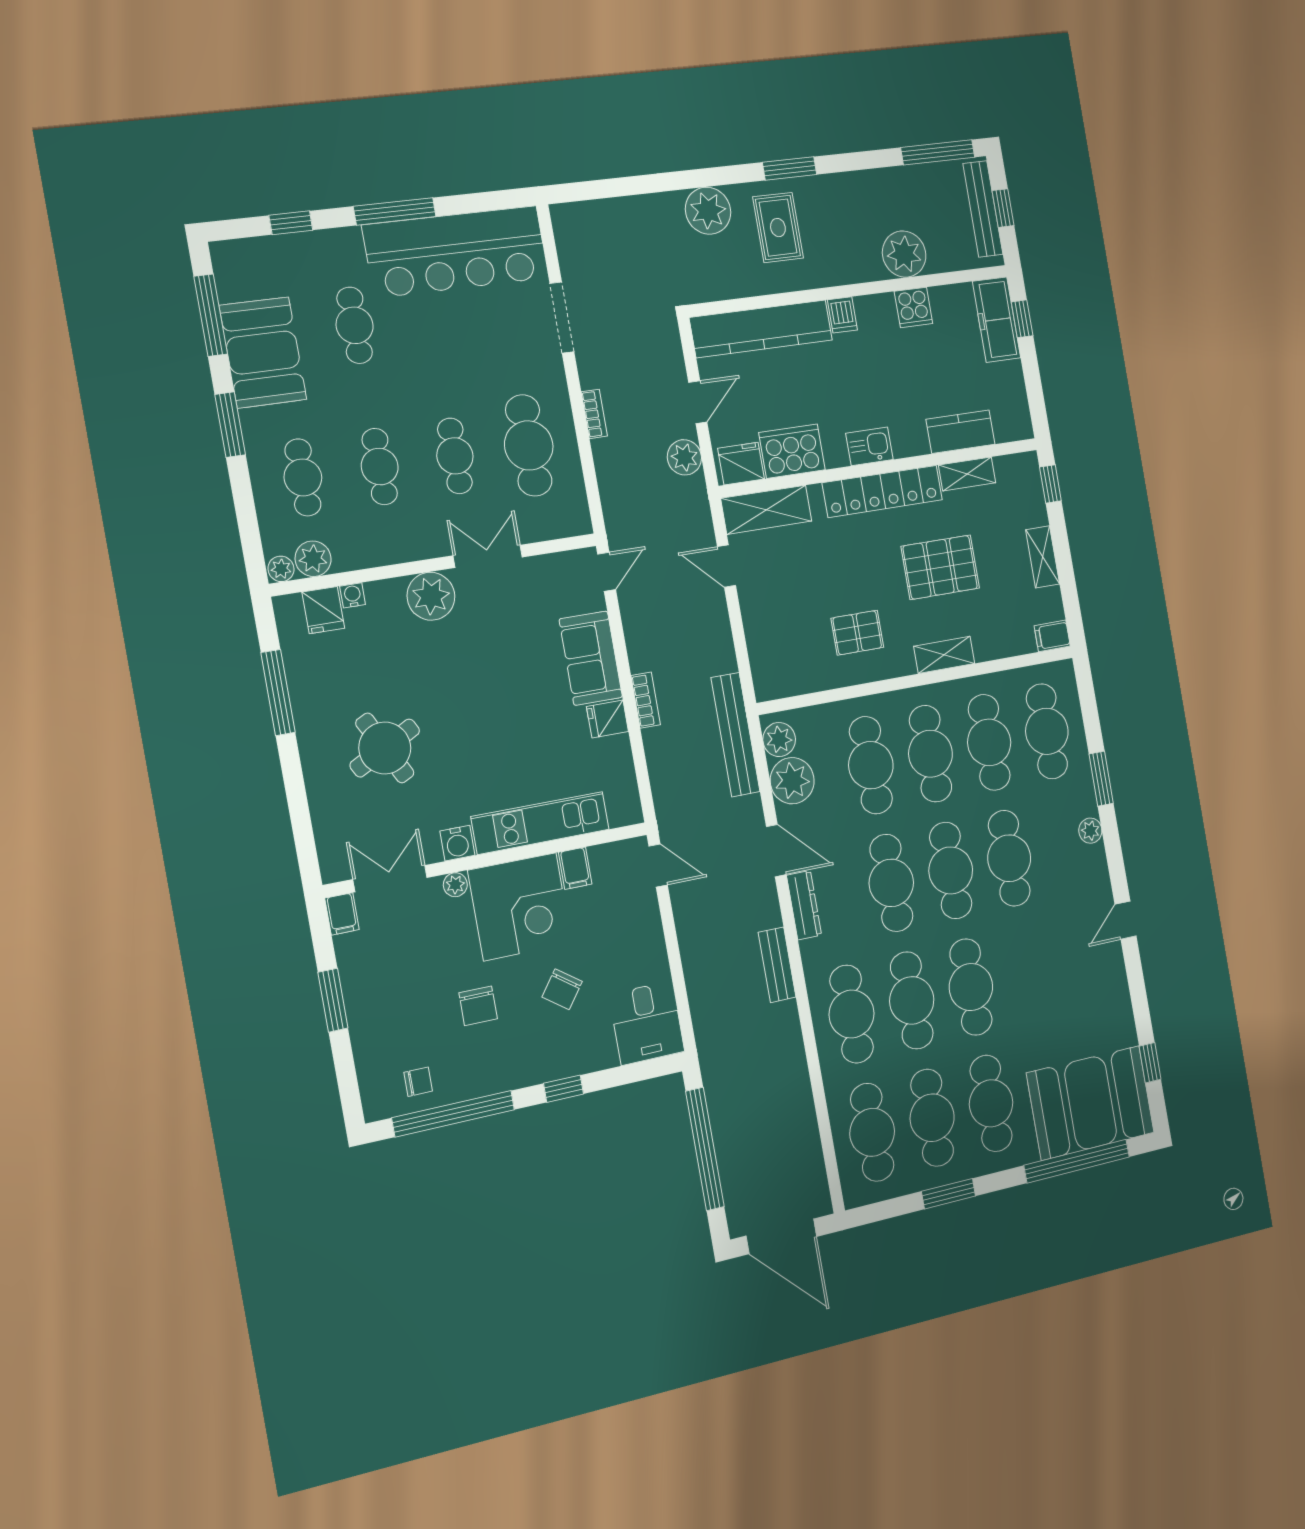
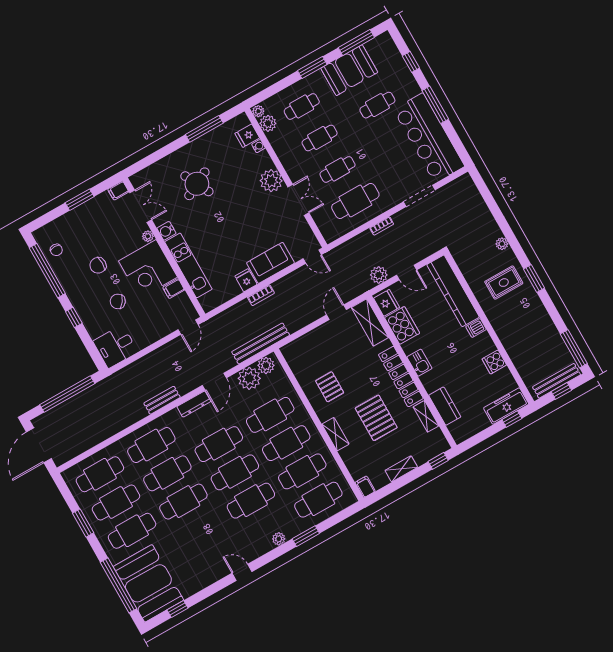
plant: (708, 211) -> (502, 244), width x0.53, depth x0.53
plant: (904, 254) -> (518, 349), removed

